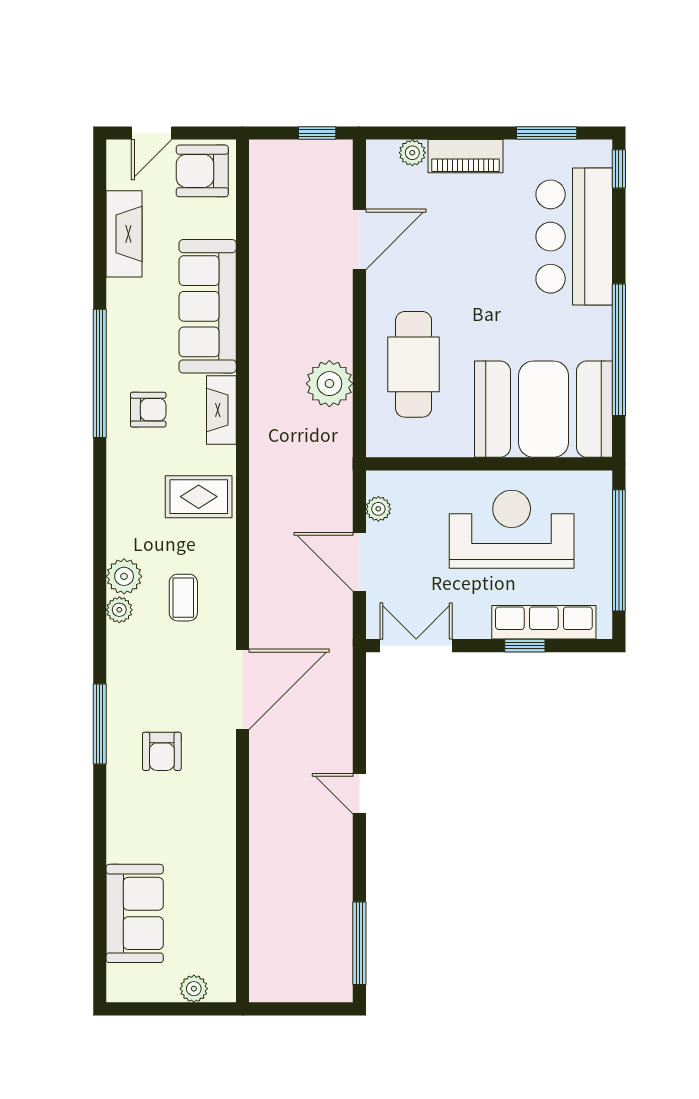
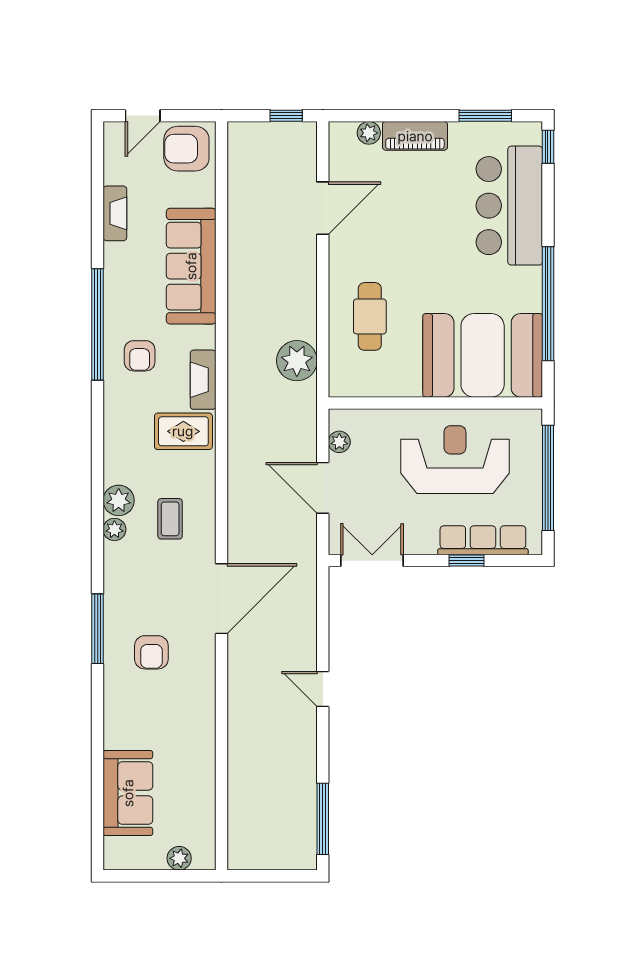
fireplace: (124, 234) -> (115, 213), width x0.73, depth x0.76
cafe table: (414, 364) -> (370, 316), width x0.73, depth x0.74
plant: (329, 384) -> (297, 361), moved
armchair: (148, 410) -> (140, 356), turned 90
fireplace: (221, 410) -> (203, 380), moved

